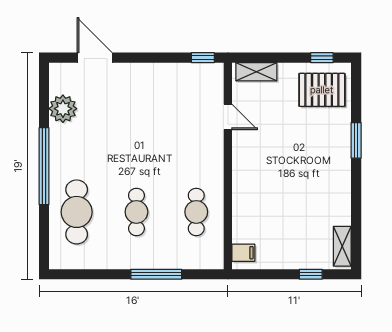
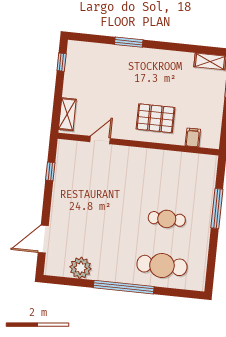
window: (203, 58) -> (50, 171), moved
pallet: (322, 90) -> (156, 118), moved, turned 90
cafe table: (196, 212) -> (172, 172), removed
filing cabinet: (243, 253) -> (193, 137), moved

